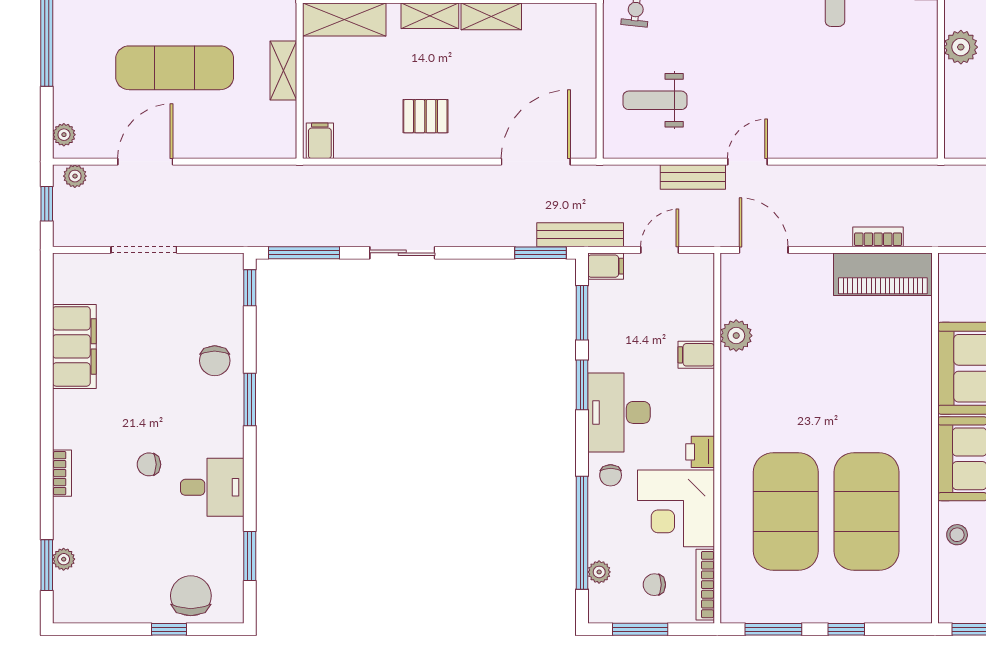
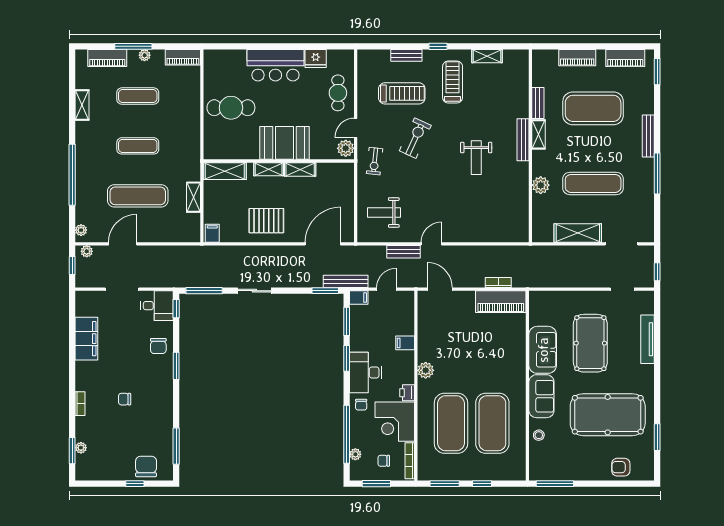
pallet: (425, 116) -> (266, 221), width x1.50, depth x1.42
plant: (736, 336) -> (426, 370), moved
desk: (212, 487) -> (157, 306), moved
window: (250, 556) -> (176, 446), width x1.44

